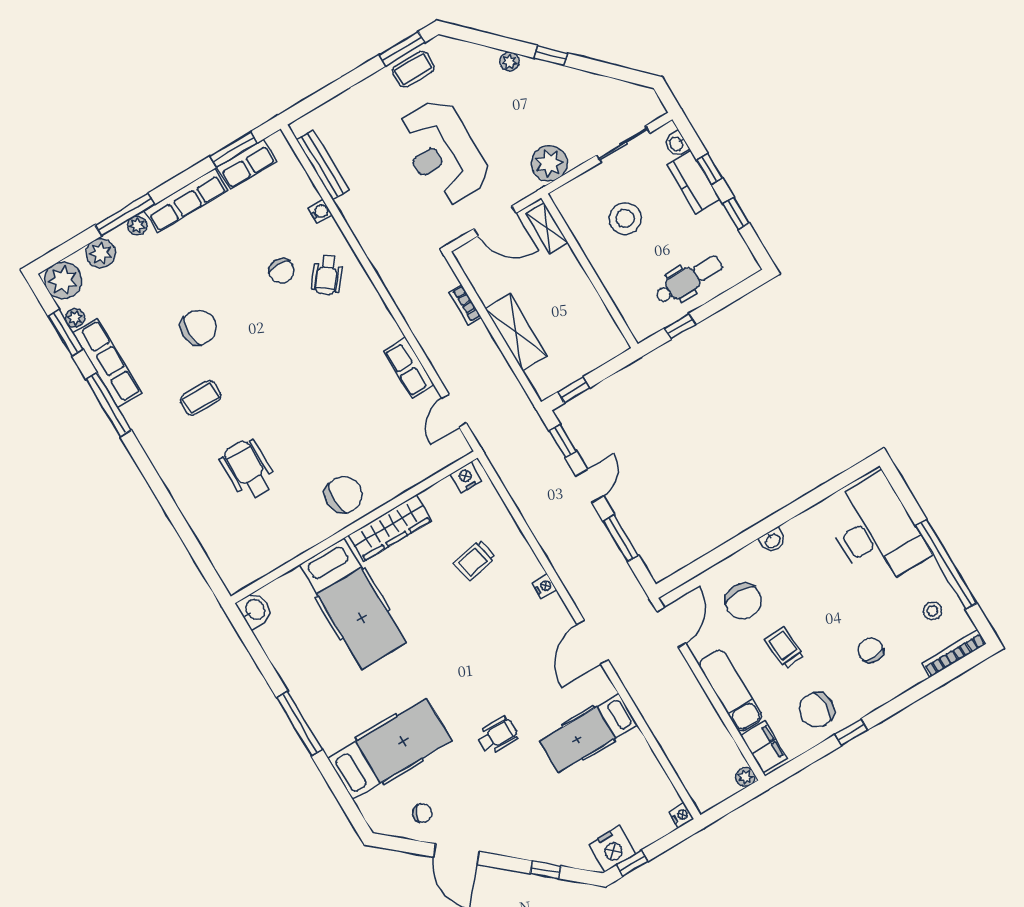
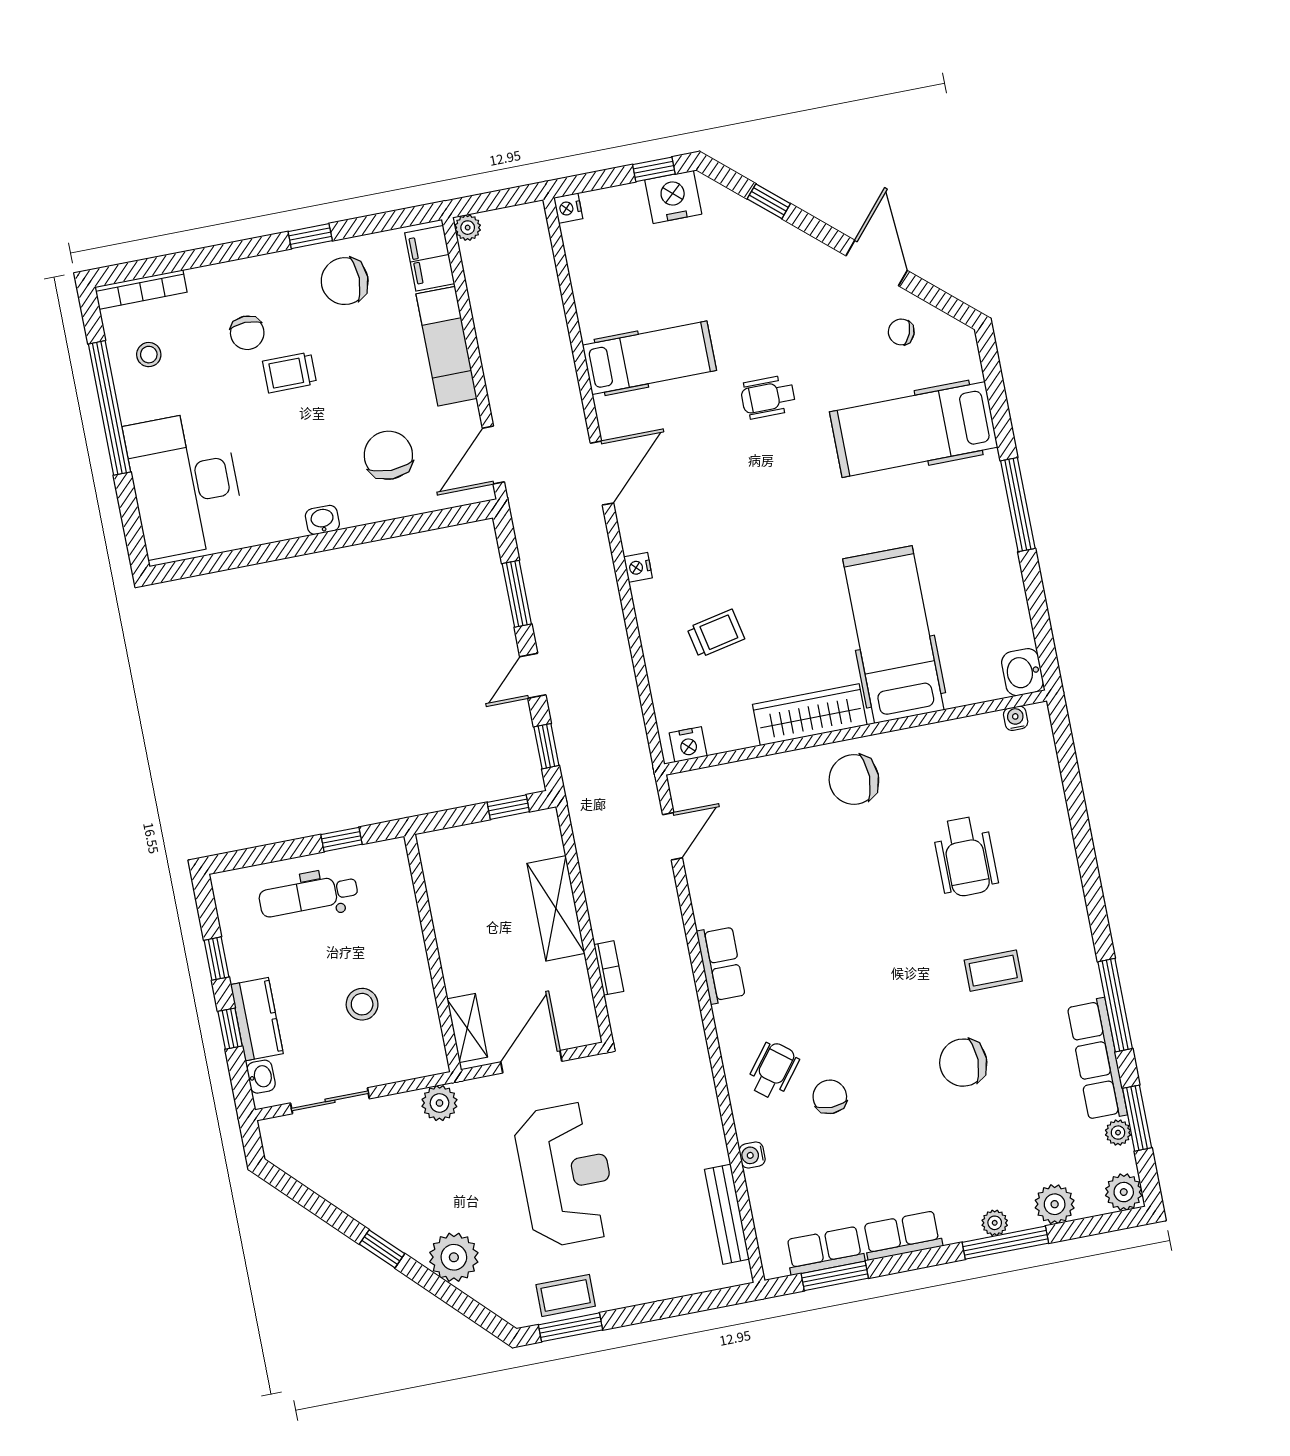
plant: (510, 62) -> (454, 1257), width x1.88, depth x1.88
plant: (549, 163) -> (439, 1103), width x0.73, depth x0.73
row of seats: (186, 201) -> (902, 1235), width x0.68
stool: (625, 218) -> (362, 1004), width x0.73, depth x0.73
door: (495, 221) -> (531, 1062), hinge flipped
plant: (63, 280) -> (1124, 1192), width x0.73, depth x0.73
row of seats: (409, 368) -> (721, 964), moved
water cooler: (248, 577) -> (1016, 718), added
trolley: (784, 648) -> (290, 372), moved, turned 94
chair: (817, 710) -> (345, 281), turned 180

